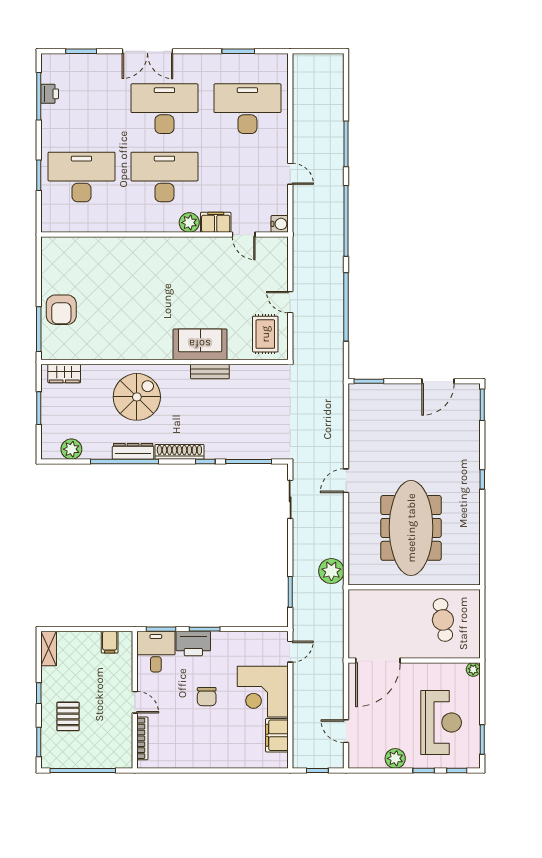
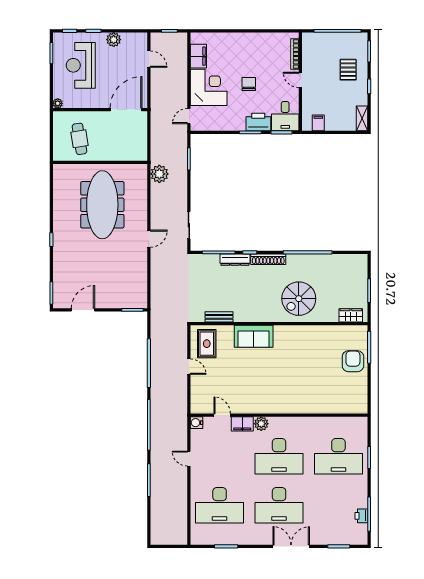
bench: (210, 371) -> (219, 317), moved
plant: (71, 449) -> (346, 261), removed
dresser: (133, 451) -> (235, 260), moved

